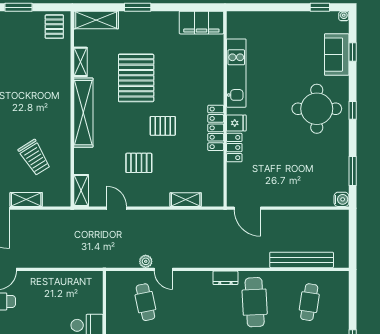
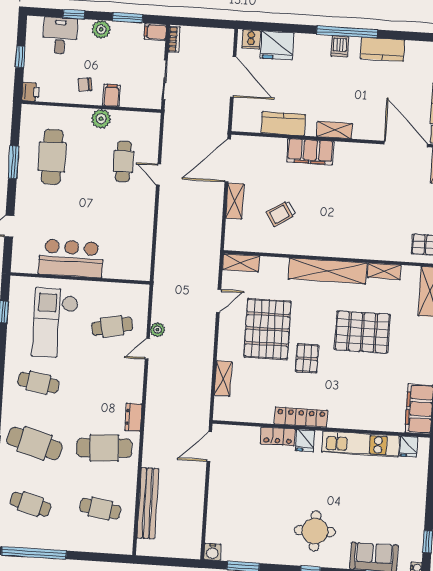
fridge: (236, 30) -> (409, 446), added
round table: (317, 109) -> (315, 531), width x0.73, depth x0.73
trolley: (35, 158) -> (281, 213), width x0.73, depth x0.72
pallet: (139, 163) -> (267, 329), width x2.05, depth x2.00

